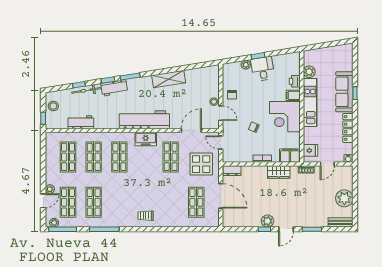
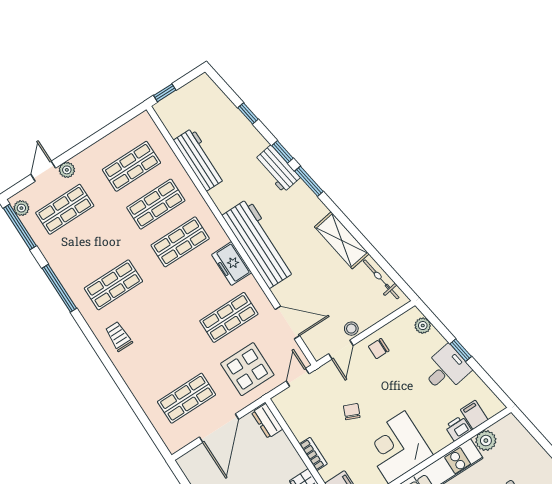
plant: (246, 65) -> (423, 326), moved
bicycle: (86, 90) -> (381, 279), moved
filing cabinet: (293, 95) -> (474, 415), moved
stool: (53, 106) -> (193, 96), removed
workbench: (81, 122) -> (199, 159), width x1.38
door: (43, 201) -> (43, 171), swing flipped
shop shelf: (94, 202) -> (113, 285), moved

